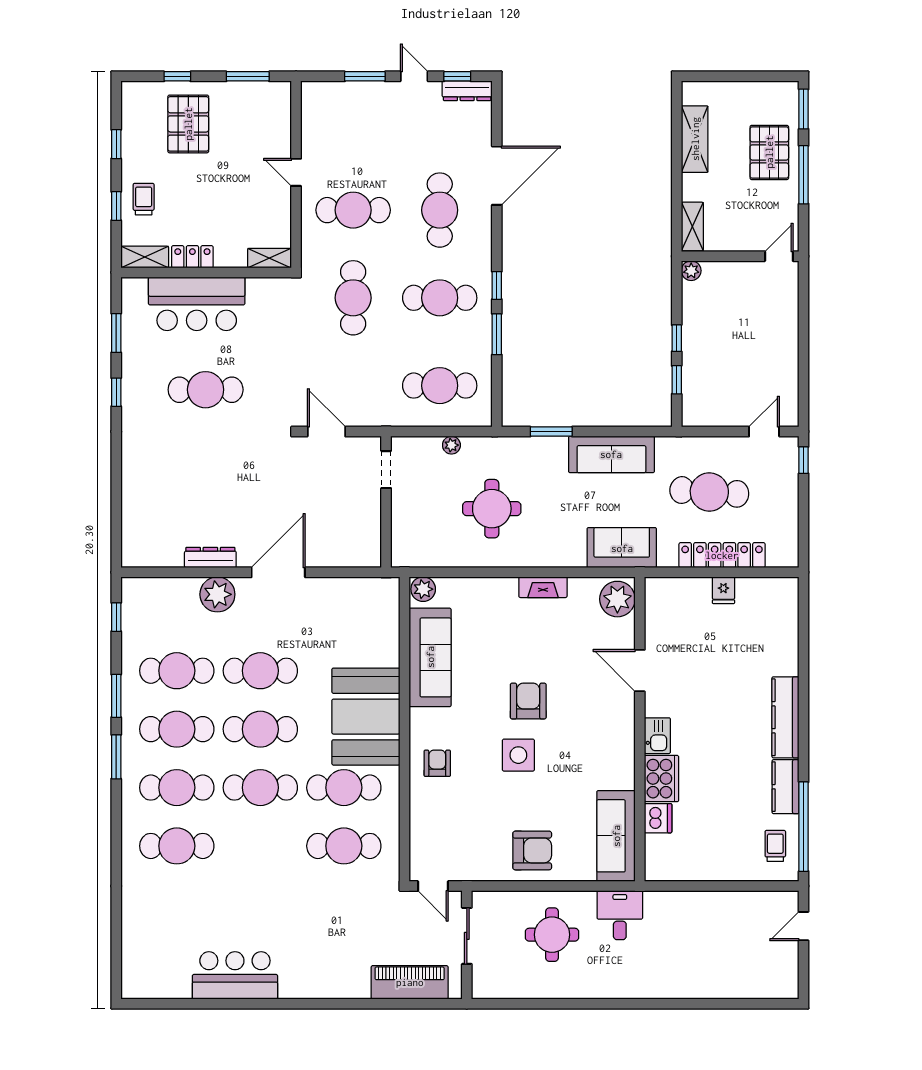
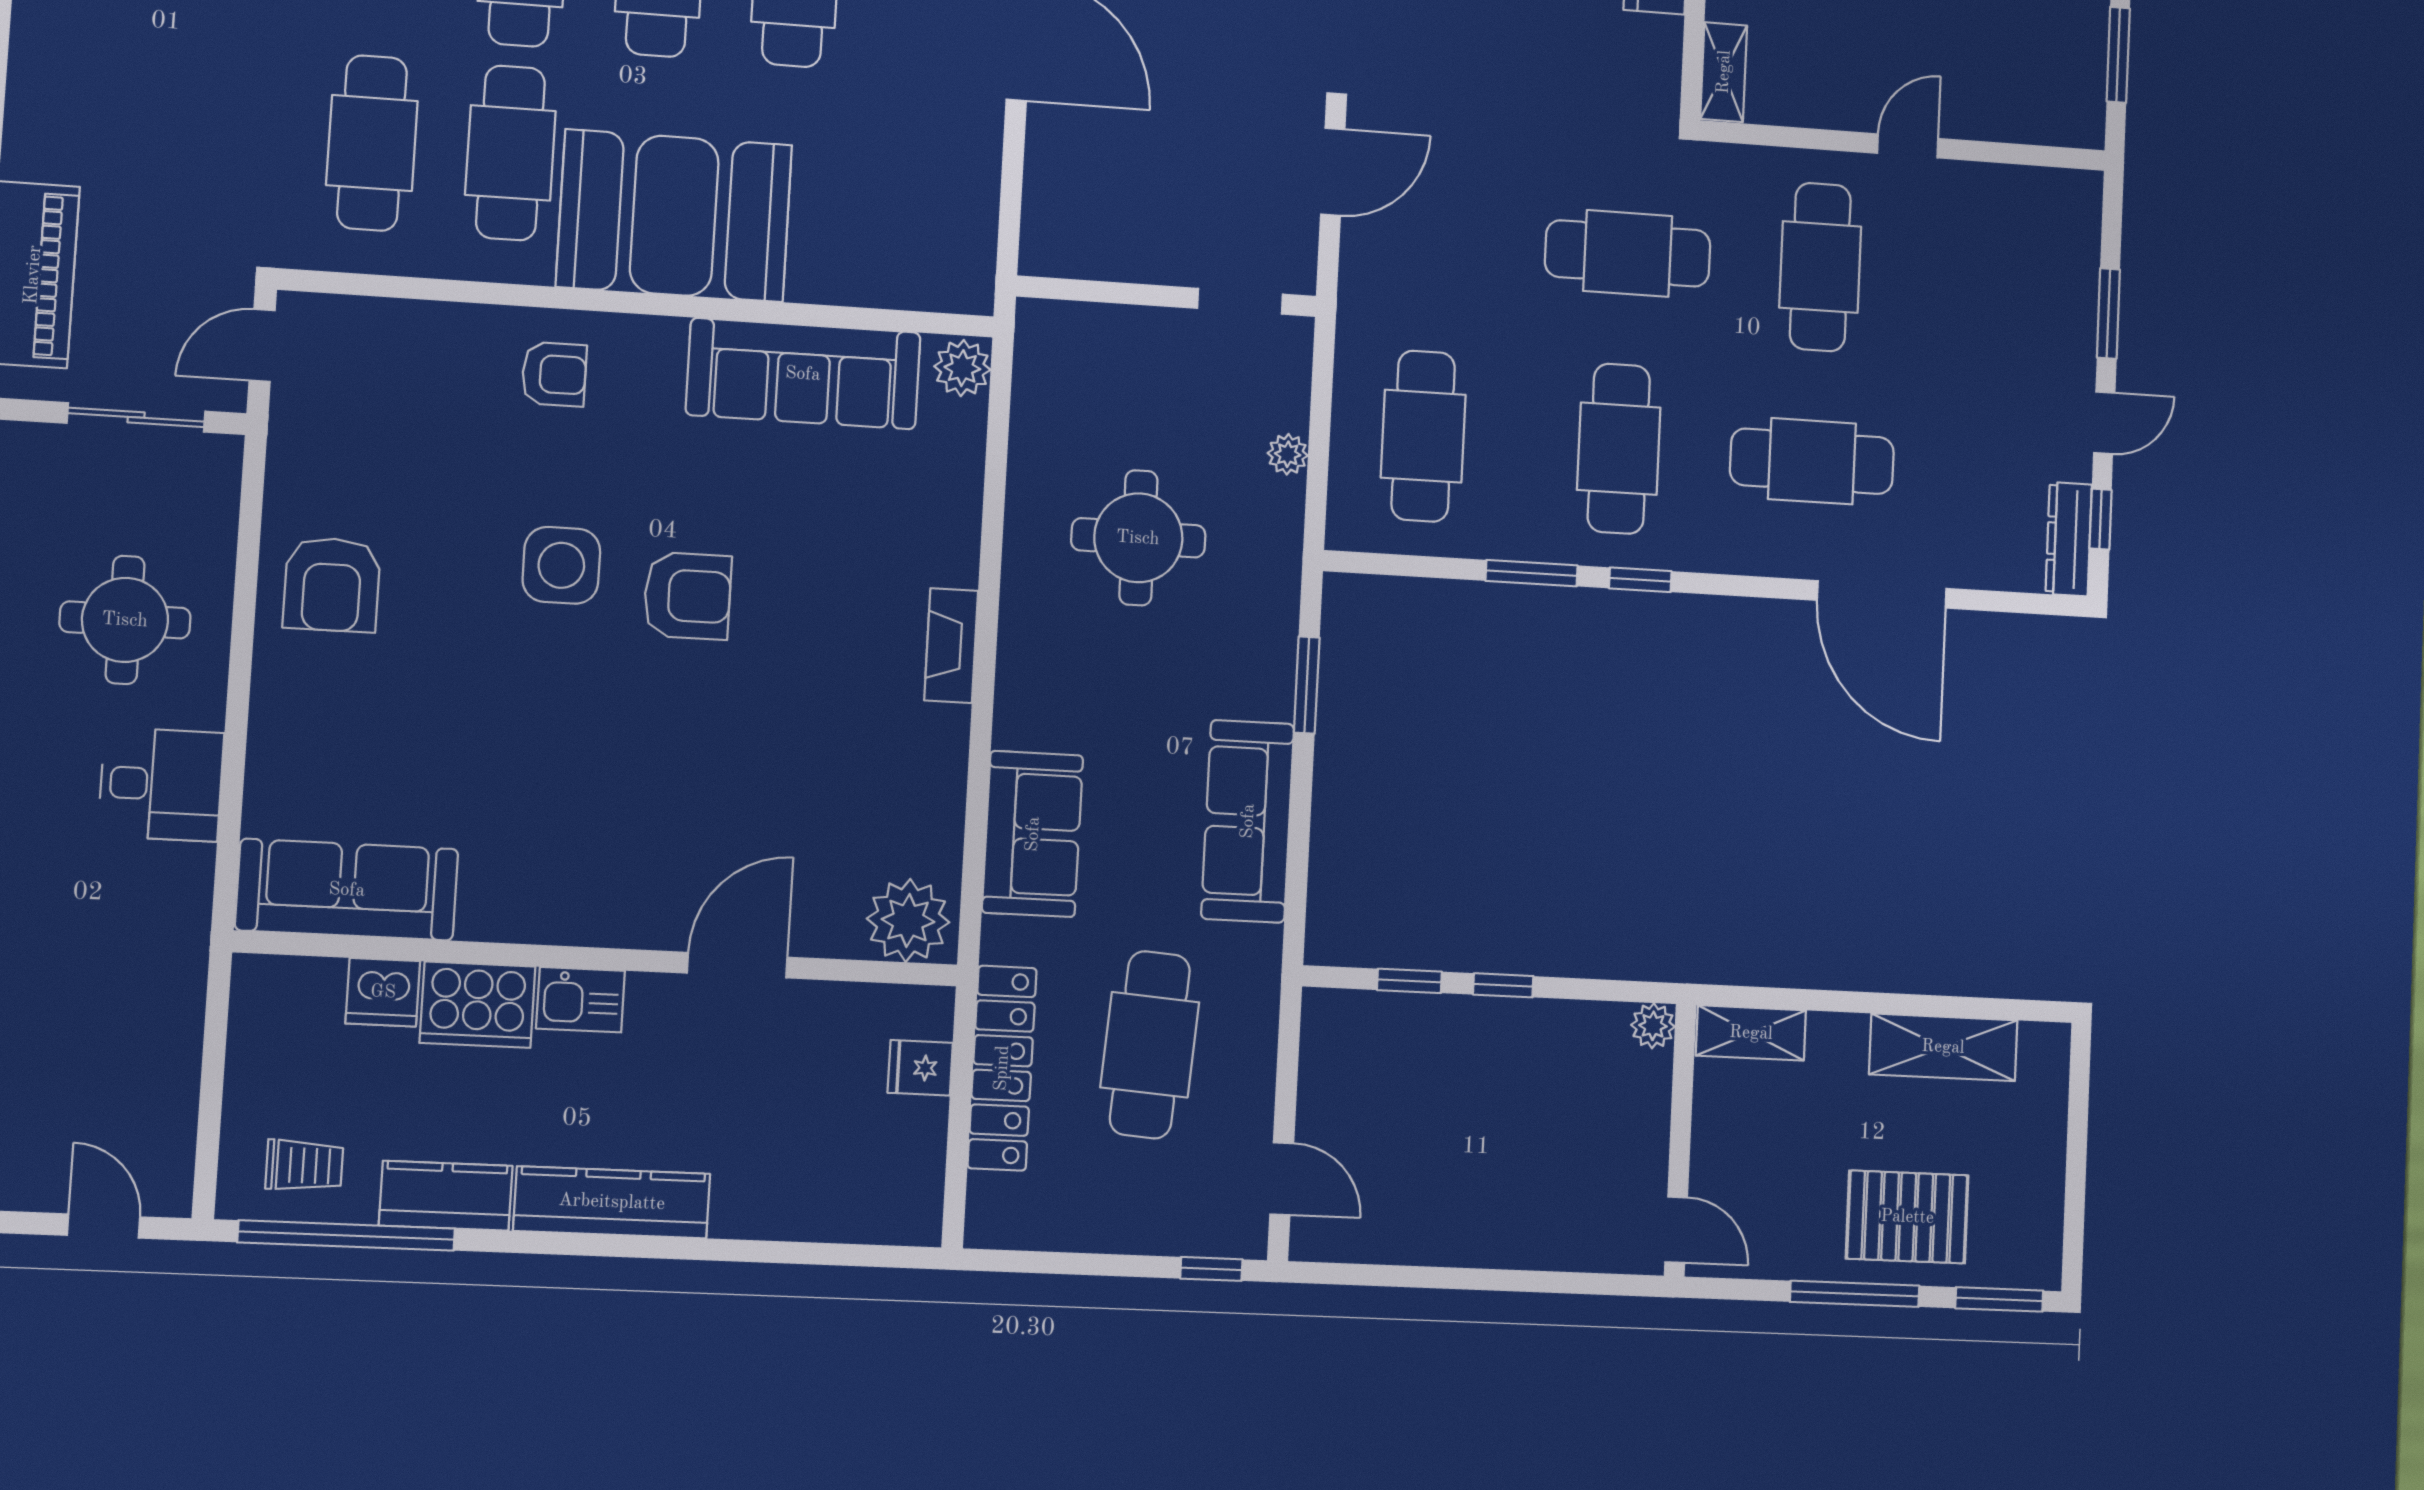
plant: (617, 599) -> (908, 920), moved
door: (640, 671) -> (737, 965), moved
wall: (640, 729) -> (599, 959), moved
kitchen sink: (657, 736) -> (580, 1000), moved
cooker: (661, 779) -> (477, 1005), moved
dishwasher: (658, 818) -> (383, 992), moved
sofa: (616, 836) -> (347, 890), moved

